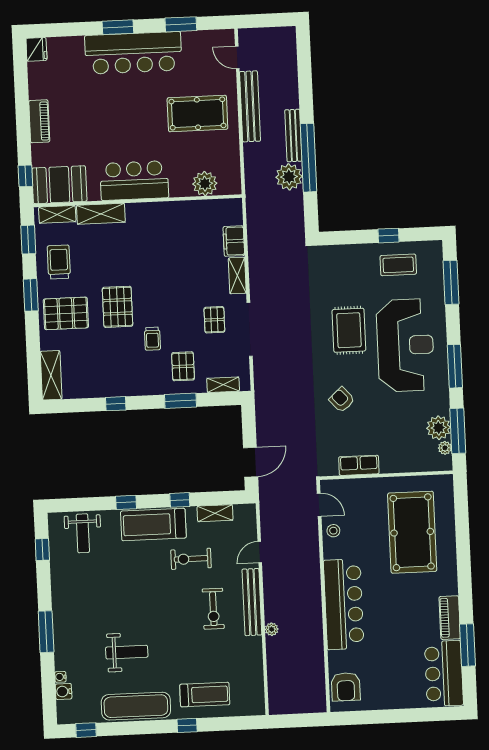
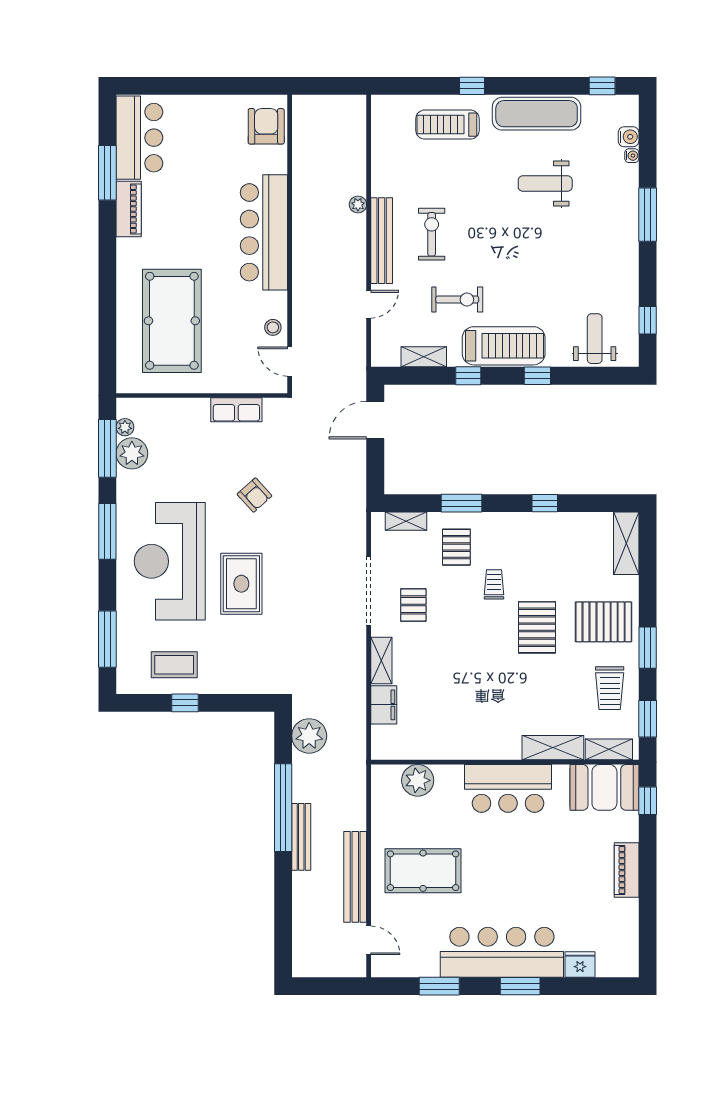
fridge: (36, 49) -> (580, 965), moved, turned 90
plant: (289, 177) -> (309, 736), moved

